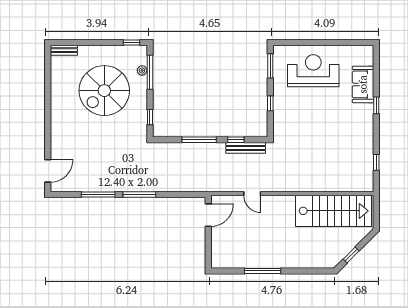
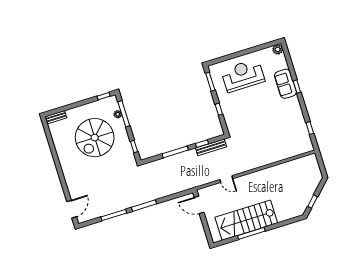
plant: (367, 52) -> (278, 49), added
sofa: (363, 84) -> (285, 84), moved
stairs: (334, 211) -> (246, 220), moved, turned 180
door: (208, 215) -> (199, 205), swing flipped

